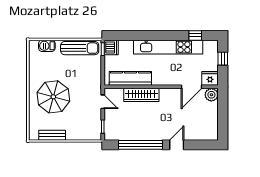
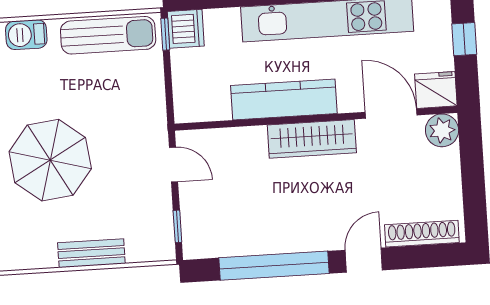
kitchen counter: (130, 78) -> (284, 99), moved
door: (191, 87) -> (391, 114), swing flipped
wardrobe: (141, 95) -> (312, 139), moved
bench: (52, 135) -> (91, 253), moved
shoe rack: (201, 136) -> (422, 234), added

